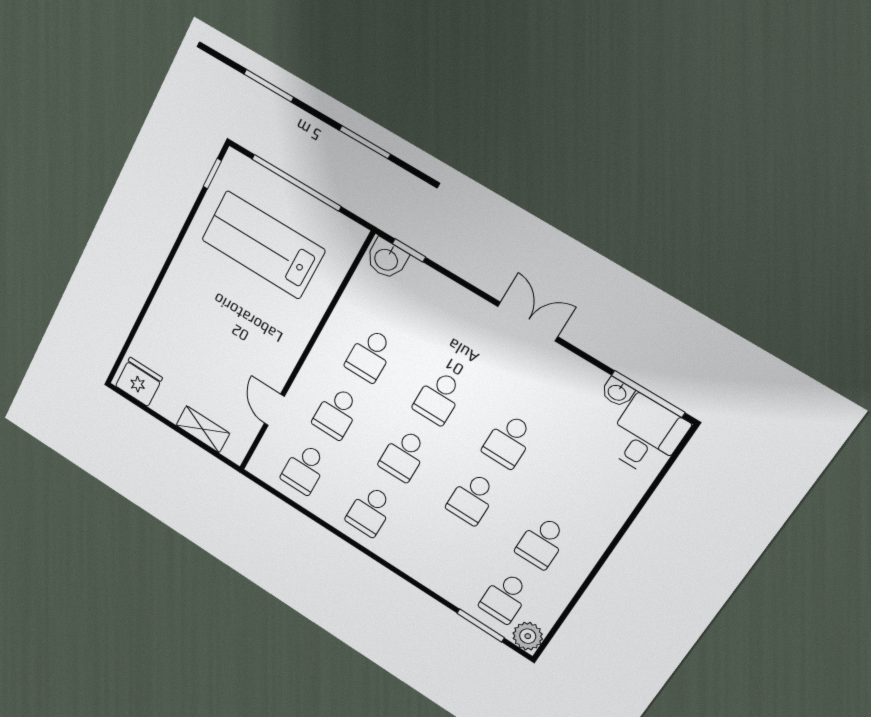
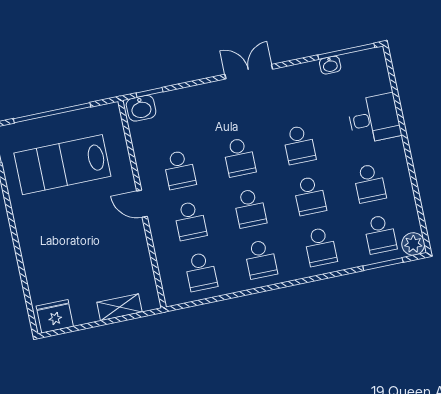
door: (274, 410) -> (142, 204), moved
desk: (646, 436) -> (374, 119), moved, turned 90
school desk: (437, 554) -> (320, 247), added

